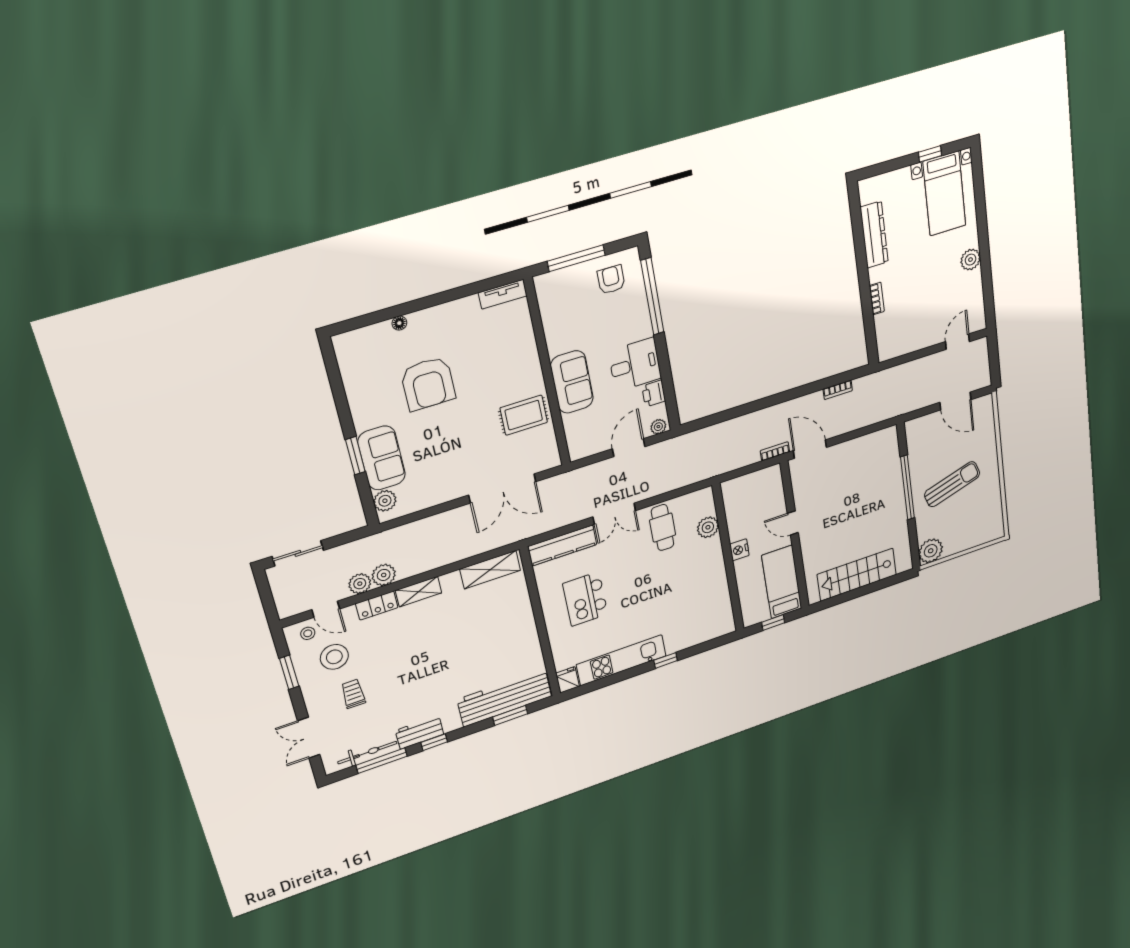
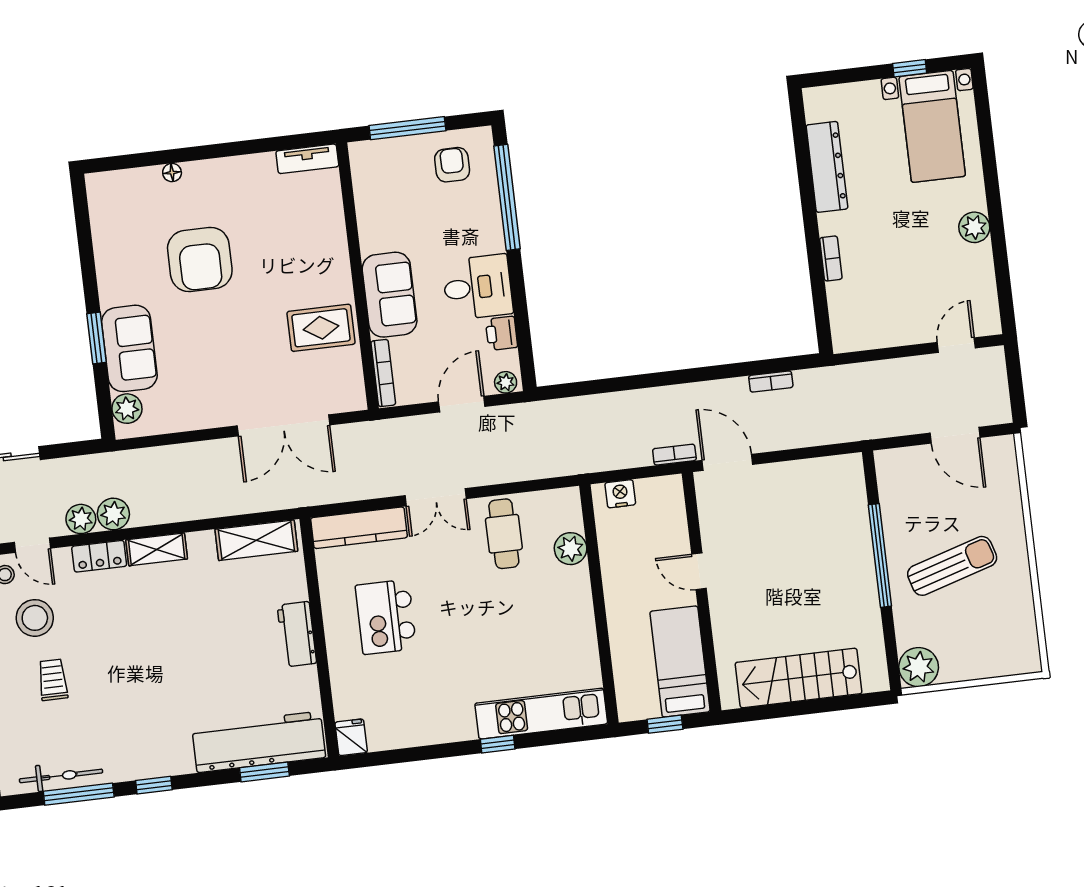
bookcase: (571, 438) -> (383, 373), added
nightstand: (739, 550) -> (620, 494), moved, turned 90
kitchen unit: (621, 660) -> (541, 714), moved
workbench: (420, 732) -> (297, 634), moved, turned -90

